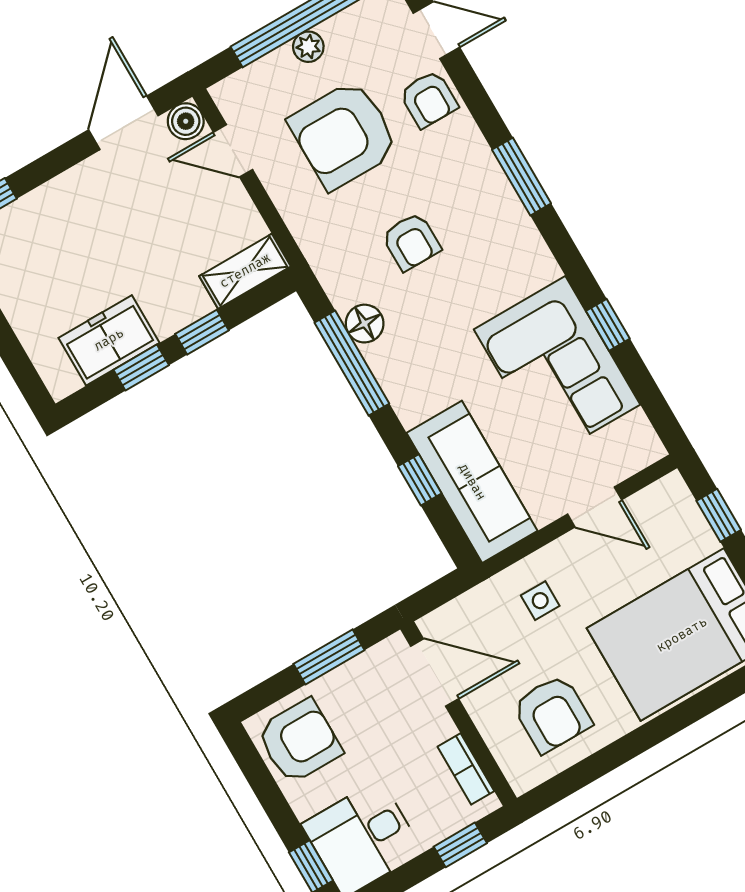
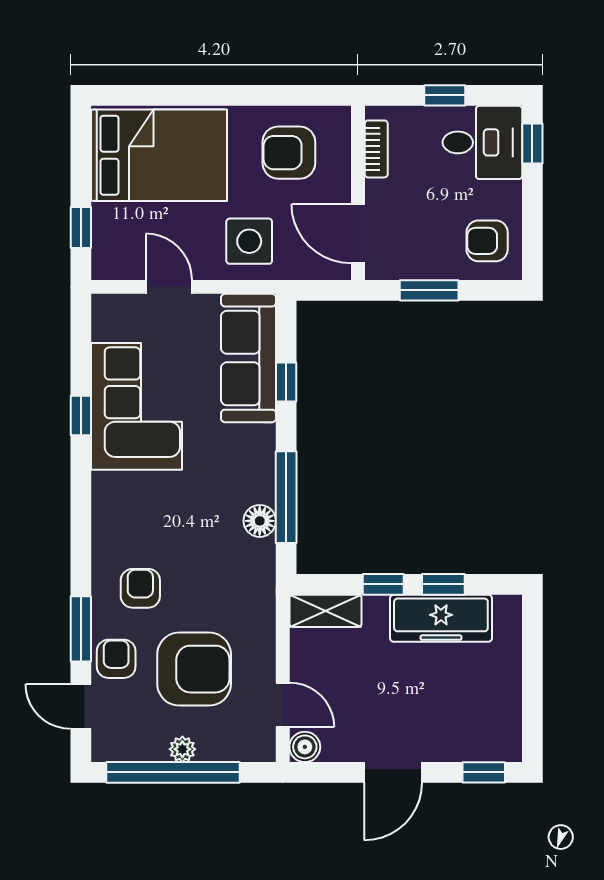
door: (123, 123) -> (393, 772), moved
window: (522, 177) -> (81, 629), moved
armchair: (411, 242) -> (140, 588), moved
freezer: (109, 340) -> (441, 618), width x1.40
side table: (540, 601) -> (249, 241), width x1.87, depth x1.87
armchair: (552, 714) -> (289, 153), turned -90
armchair: (299, 741) -> (487, 241), width x0.72, depth x0.72
window: (460, 845) -> (445, 95), moved

